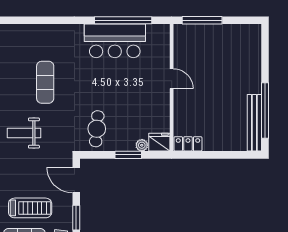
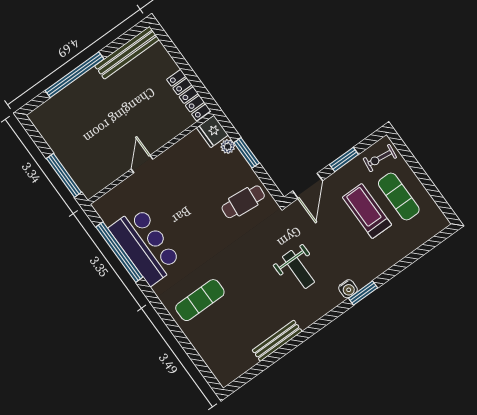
exercise mat: (45, 82) -> (200, 300), moved
window: (265, 111) -> (75, 75), moved
locker: (188, 144) -> (189, 95), width x1.53

